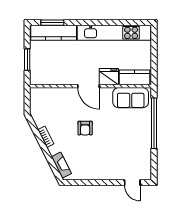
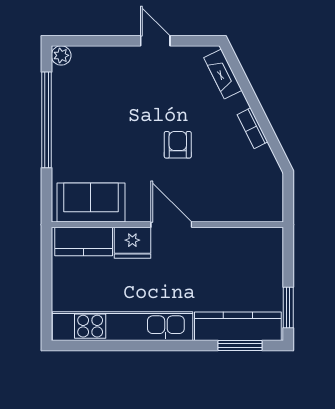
window: (27, 60) -> (288, 307), moved
window: (154, 123) -> (47, 120), moved
plant: (146, 175) -> (61, 55), added
door: (132, 183) -> (155, 41), moved

